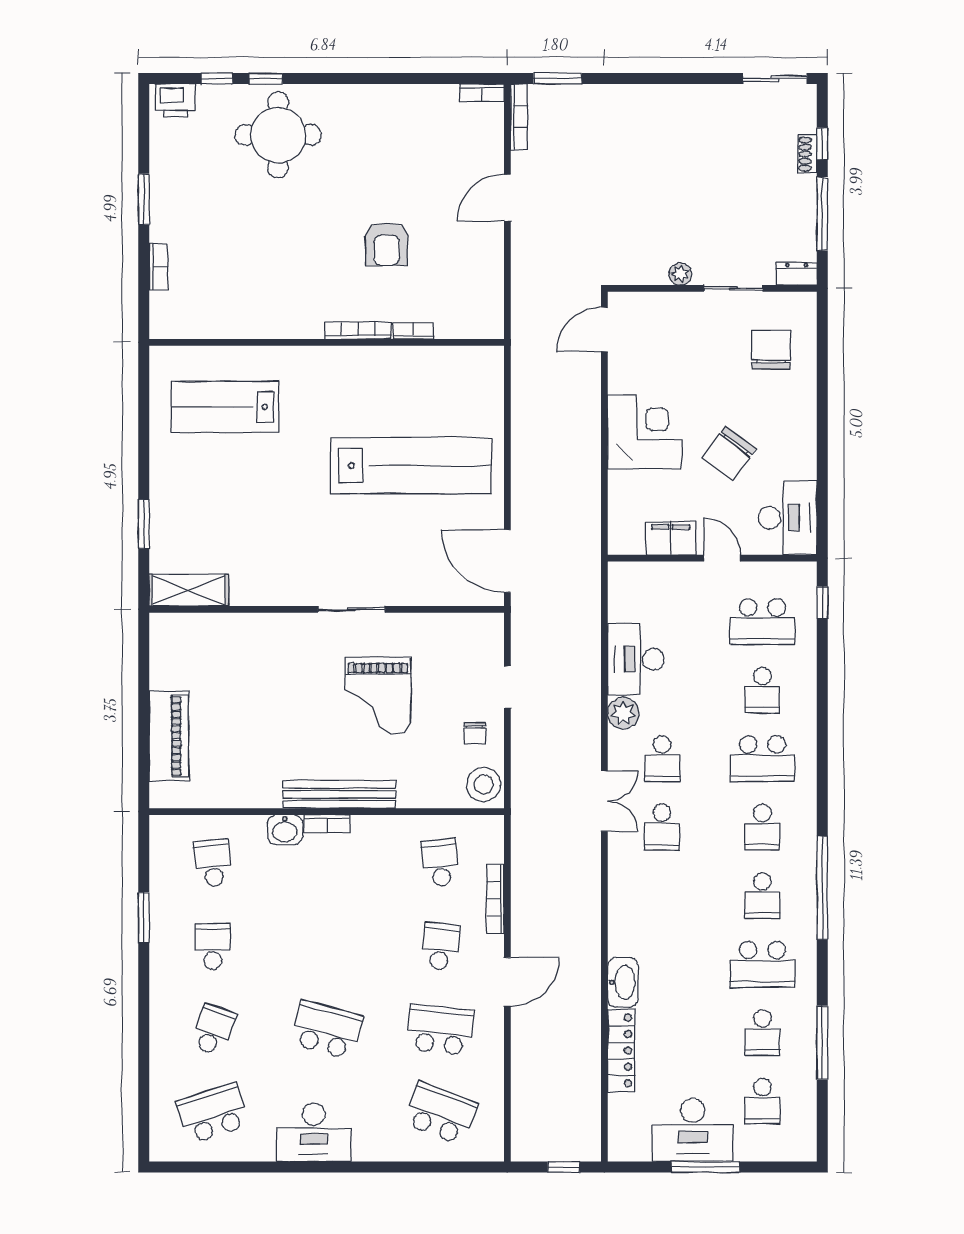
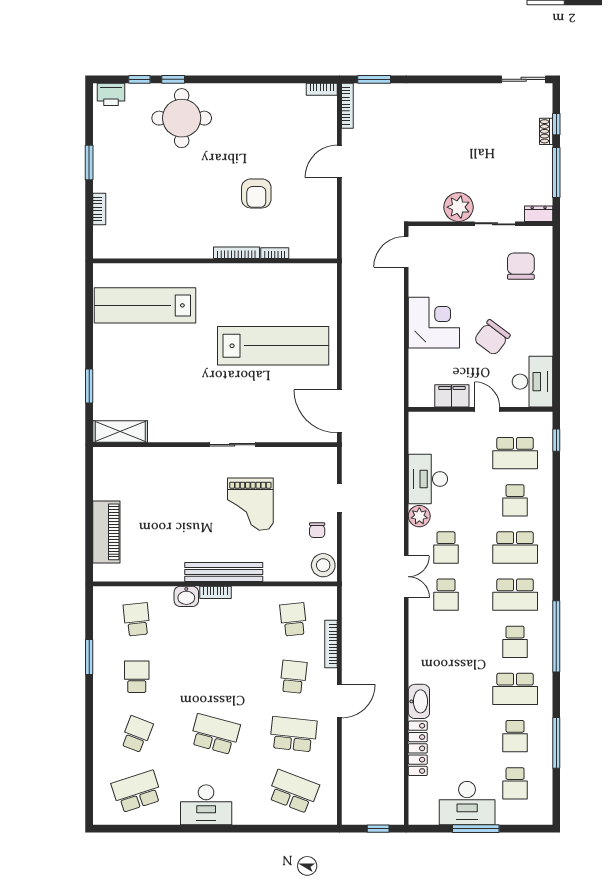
plant: (680, 274) -> (458, 207), width x1.88, depth x1.88
lab bench: (225, 407) -> (145, 305), width x1.36
school desk: (762, 827) -> (515, 595), width x1.85

